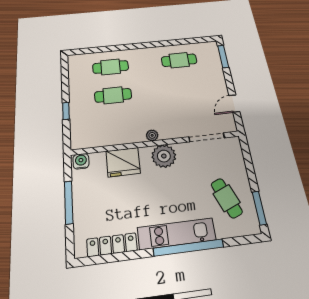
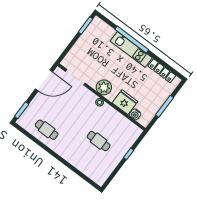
cafe table: (111, 67) -> (85, 159), removed
door: (234, 104) -> (44, 80), width x1.87
water cooler: (81, 161) -> (135, 114), moved
cafe table: (227, 198) -> (95, 43), removed

